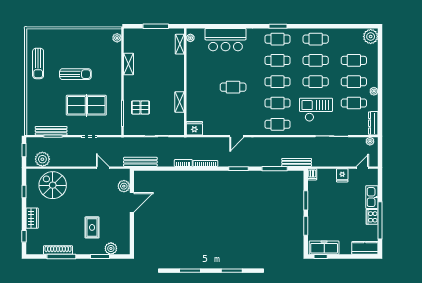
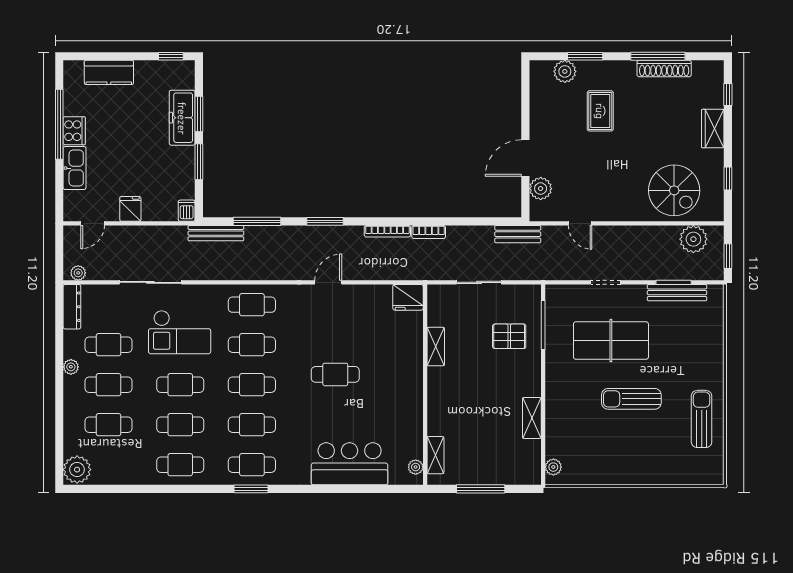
bench: (140, 162) -> (518, 234), width x0.73
freezer: (324, 248) -> (182, 118), moved, turned 90
kitchen counter: (365, 248) -> (109, 72), moved

